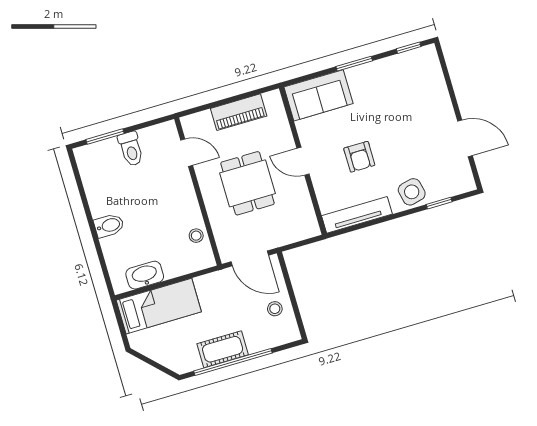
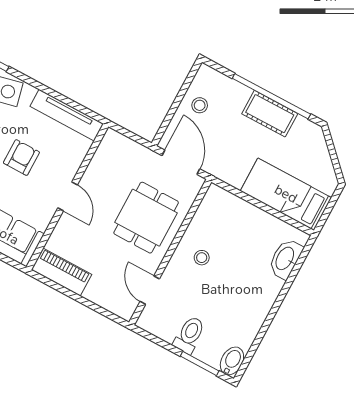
piano: (239, 112) -> (61, 272), moved
dining table: (247, 183) -> (146, 218), moved
bidet: (109, 226) -> (232, 361), moved, turned 90
stool: (196, 236) -> (202, 258), moved
washbasin: (145, 275) -> (285, 259), moved, turned 90

